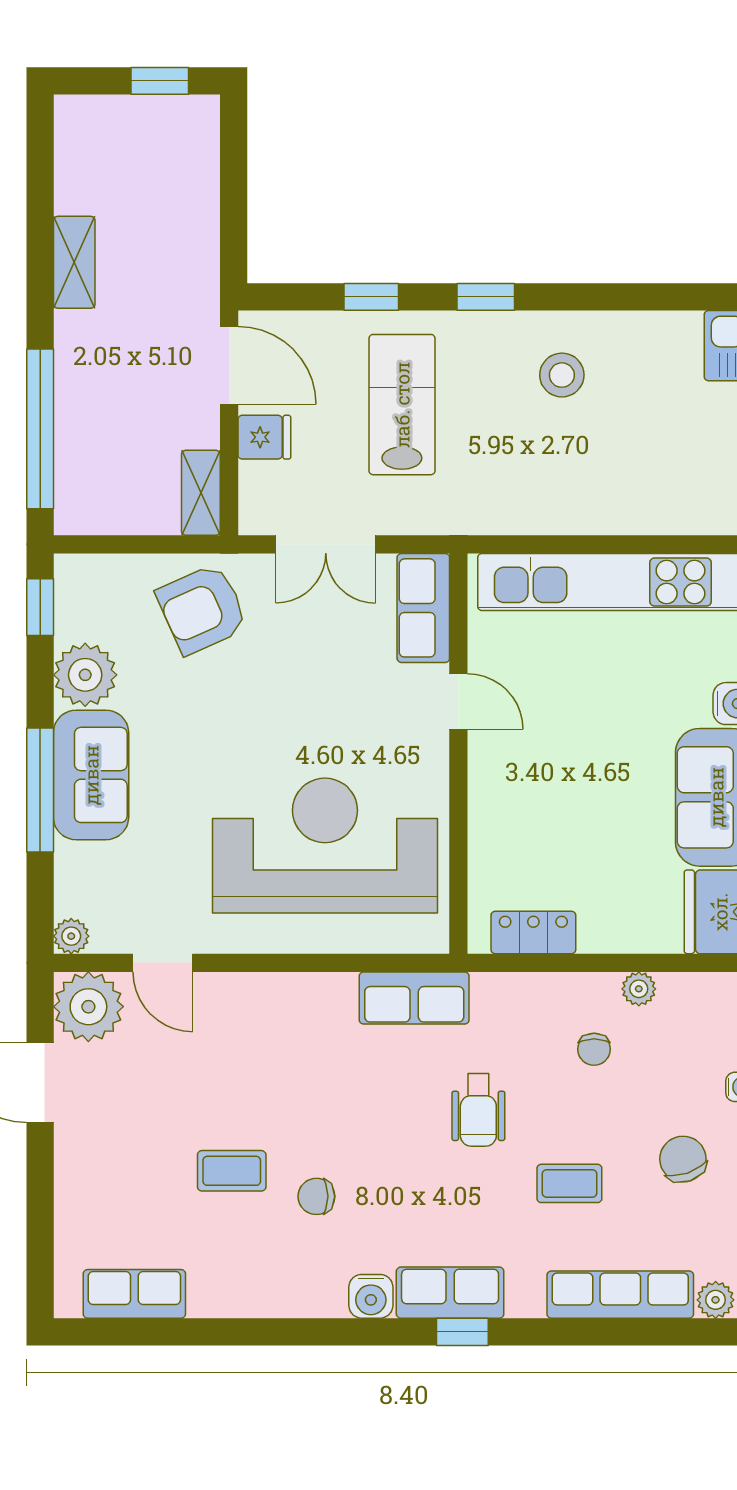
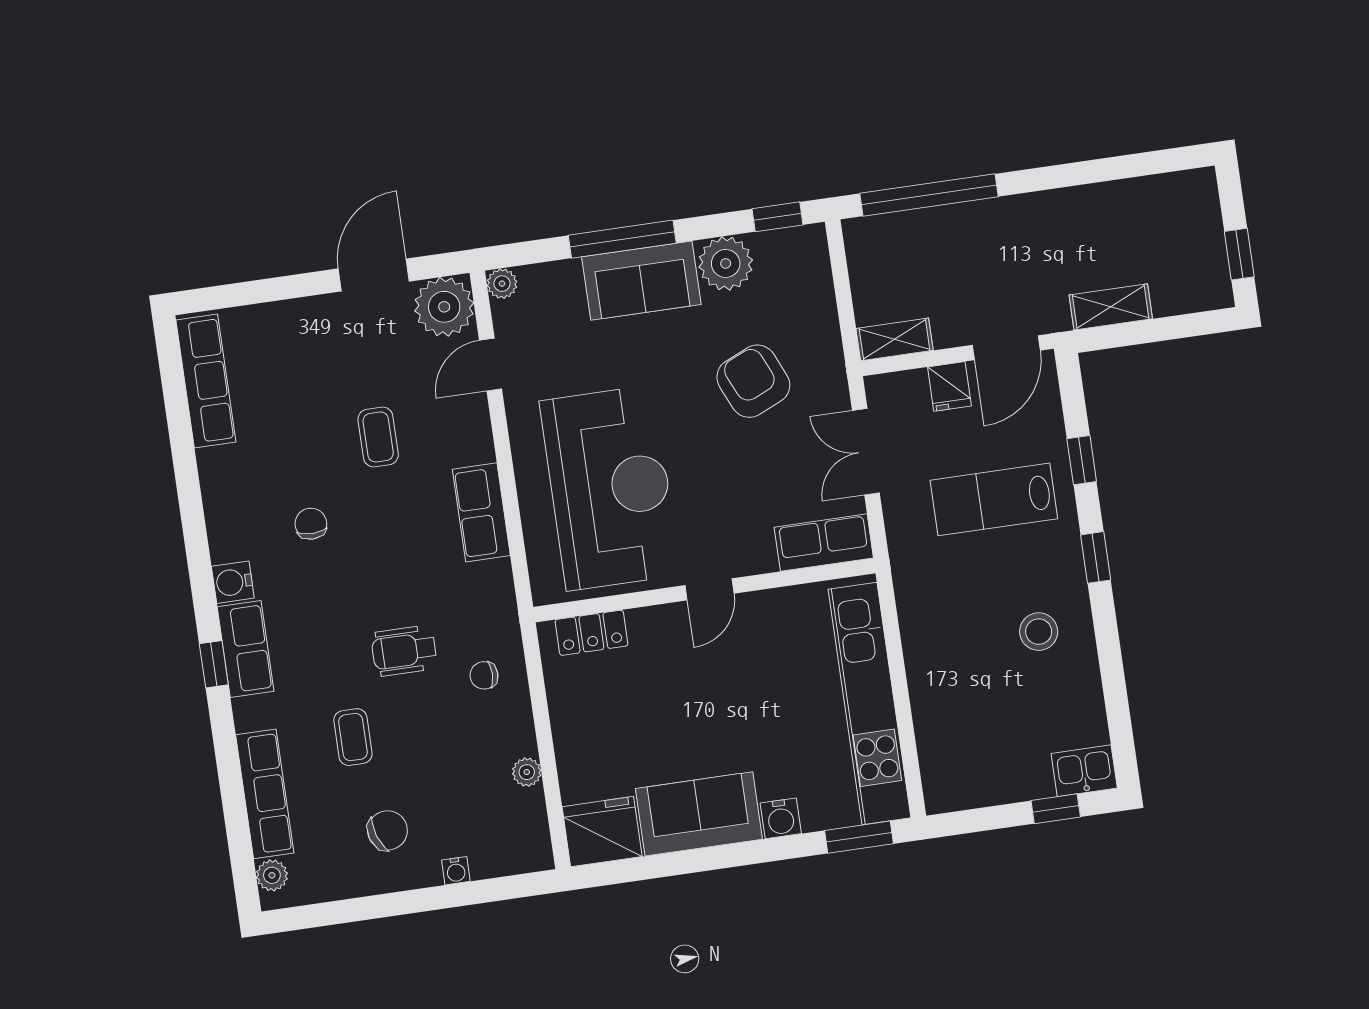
shelving: (74, 262) -> (1111, 307), moved
lab bench: (402, 405) -> (994, 499), turned 180
armchair: (202, 609) -> (753, 381), moved
door: (458, 701) -> (709, 589), moved
locker: (533, 932) -> (591, 633), moved, turned 90
row of seats: (414, 998) -> (481, 512), moved
chair: (594, 1049) -> (484, 675), moved
coffee table: (232, 1171) -> (378, 437), moved
row of seats: (134, 1294) -> (206, 381), width x1.48

